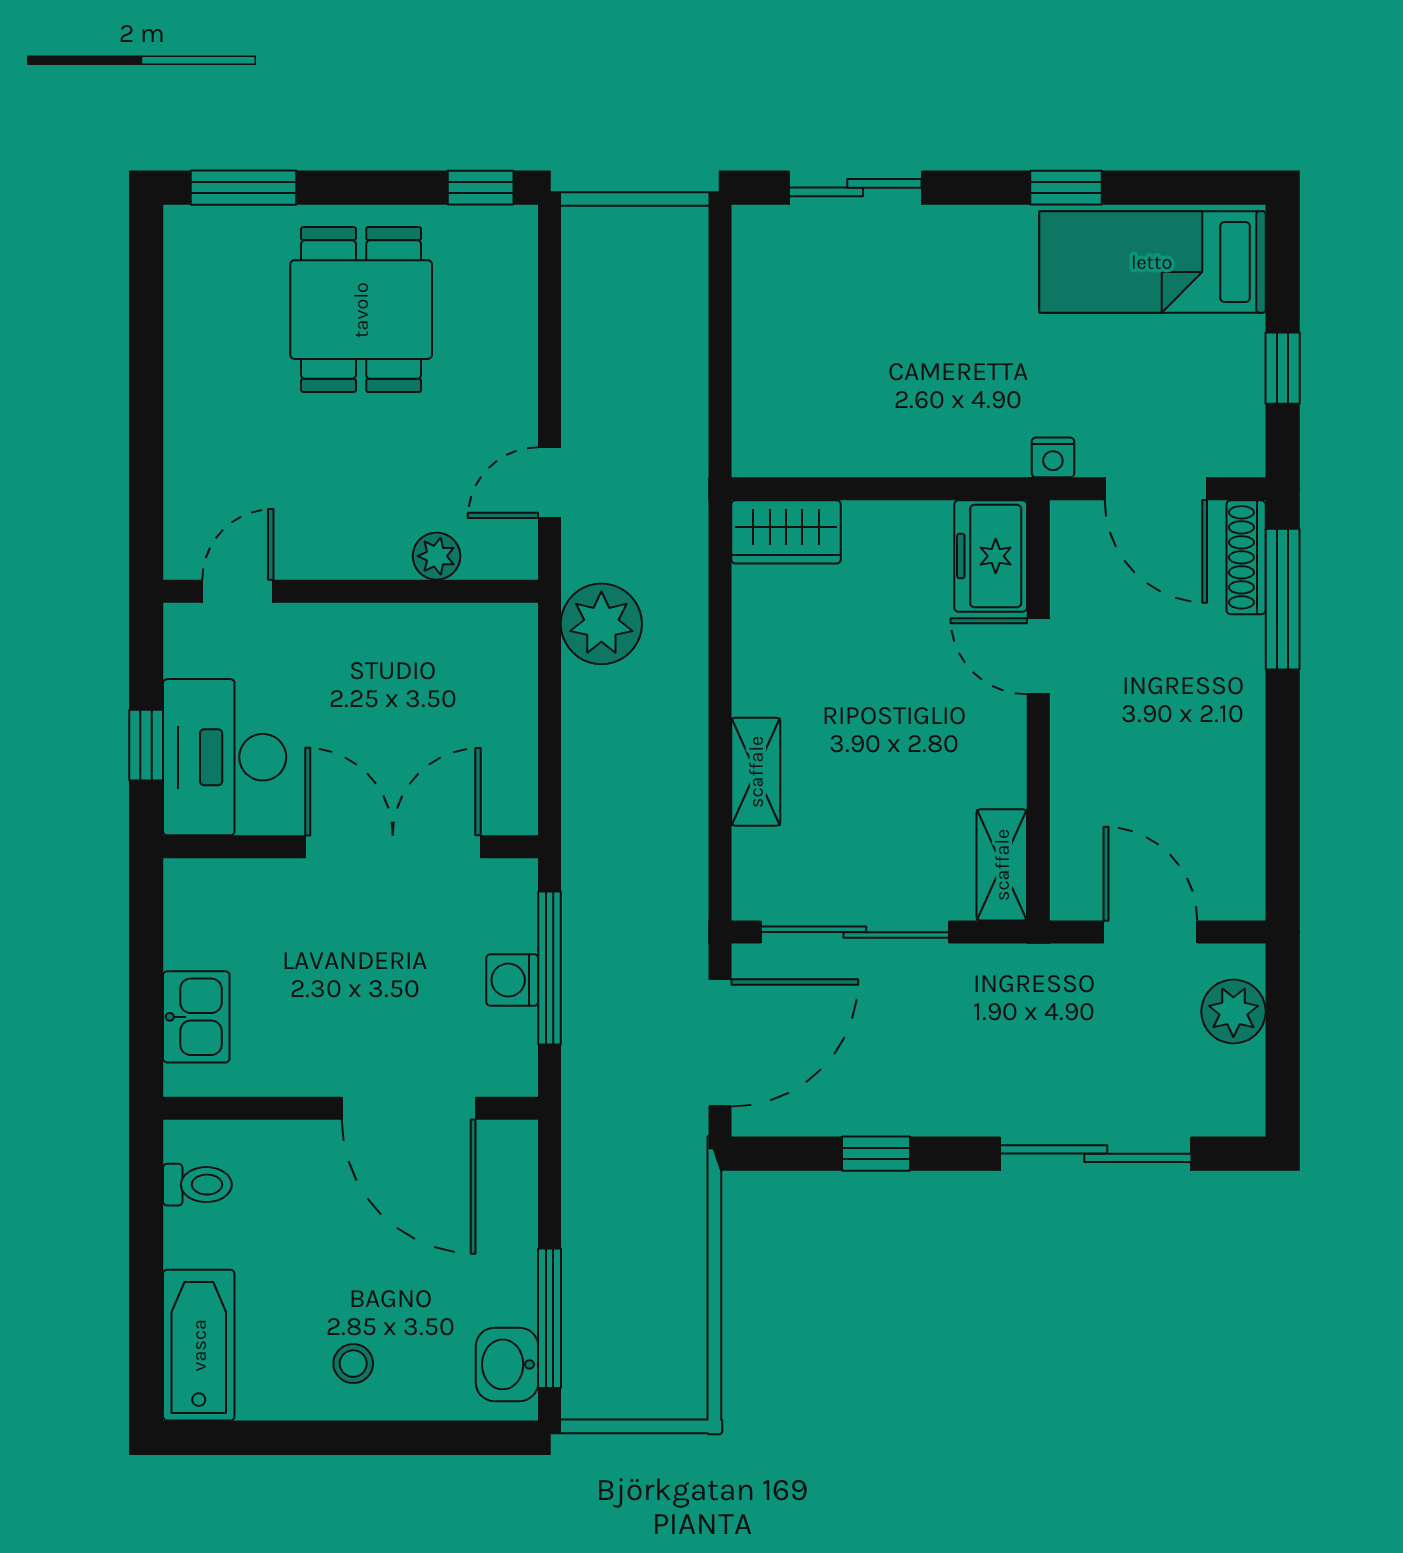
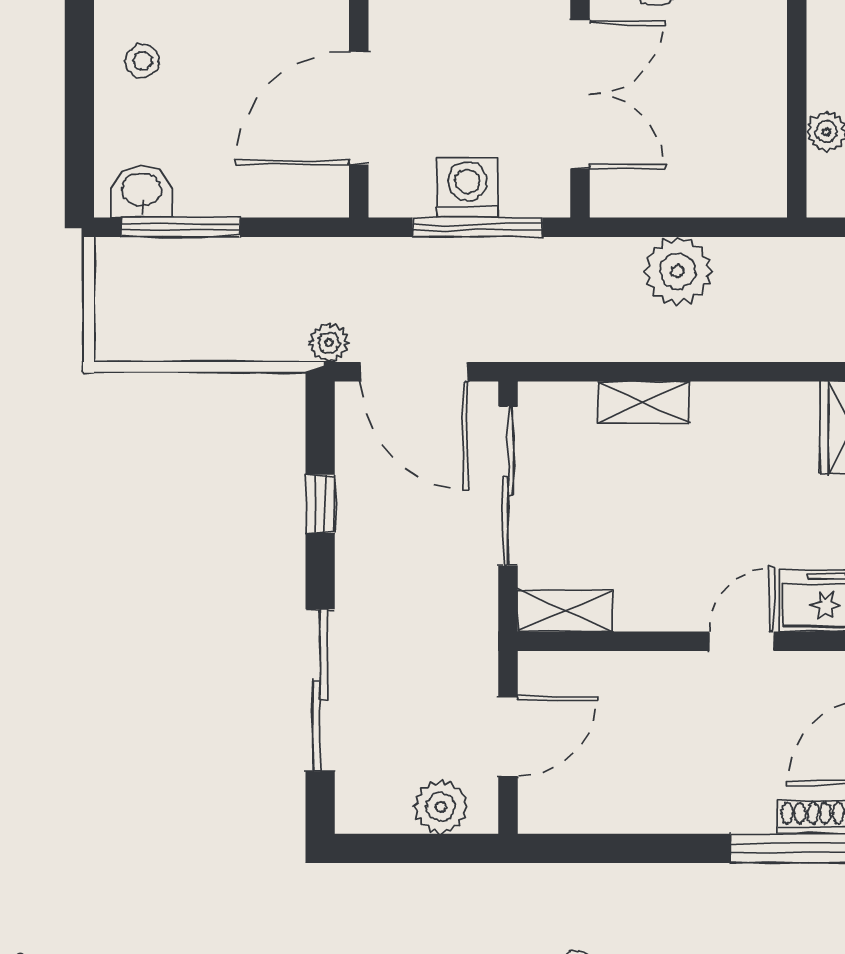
plant: (601, 624) -> (678, 271), moved
washing machine: (512, 980) -> (467, 187), width x1.38, depth x1.38
plant: (686, 1143) -> (329, 343), added

